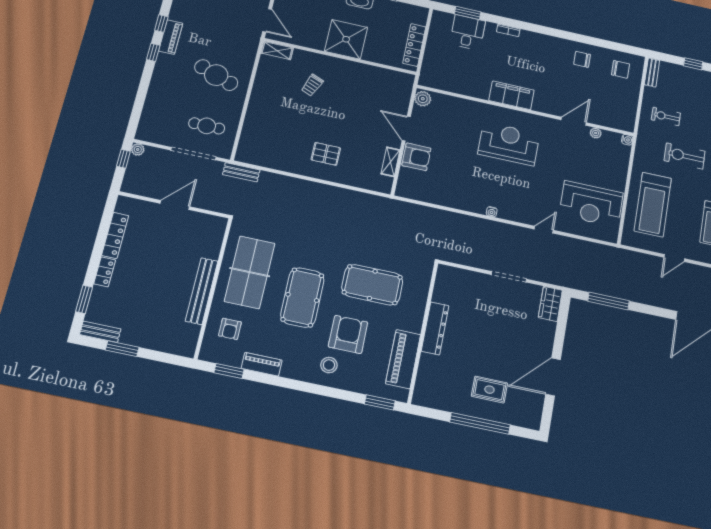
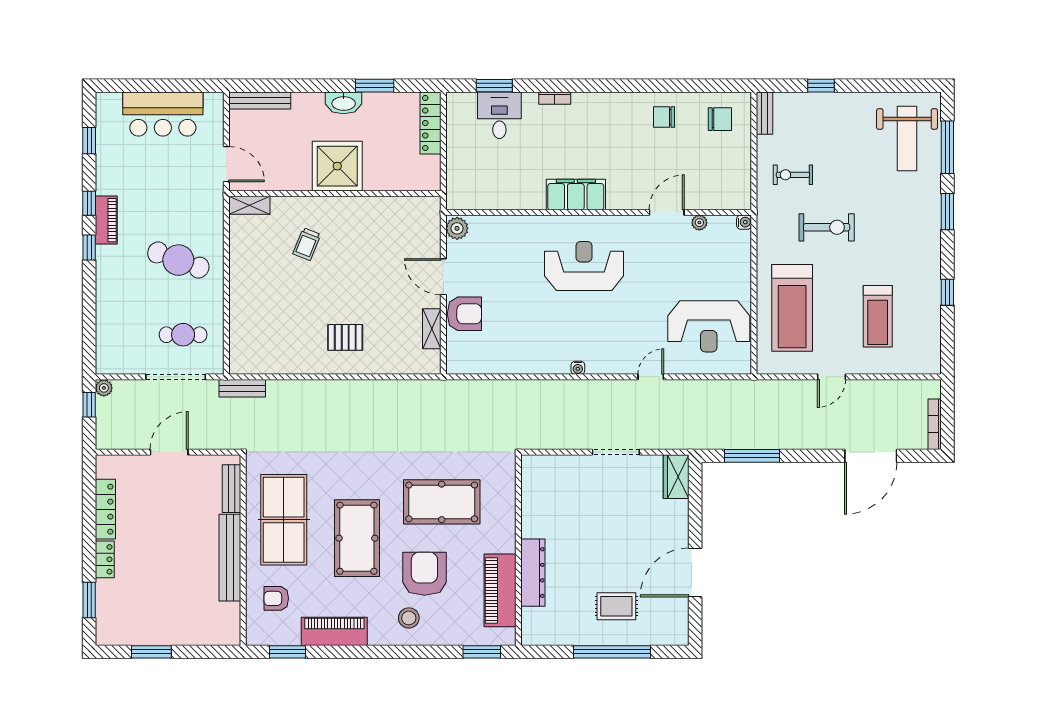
locker: (414, 45) -> (430, 123), moved
exercise bike: (685, 156) -> (827, 227), turned 180
dresser: (435, 328) -> (533, 573), moved
armchair: (230, 329) -> (276, 598), turned 90
bench: (100, 332) -> (231, 489), moved, turned 90
piano: (262, 364) -> (334, 631), width x1.37, depth x1.33

